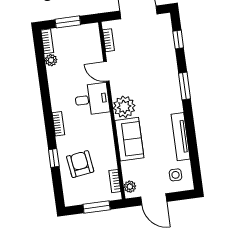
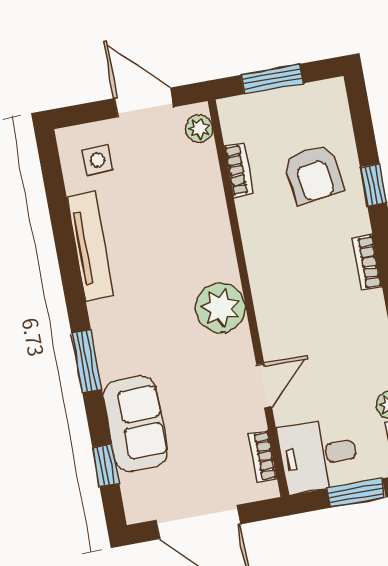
door: (106, 71) -> (264, 386), hinge flipped
desk: (92, 99) -> (318, 455), moved
sofa: (129, 139) -> (135, 424), moved, turned 180
bookcase: (115, 181) -> (239, 170), moved

